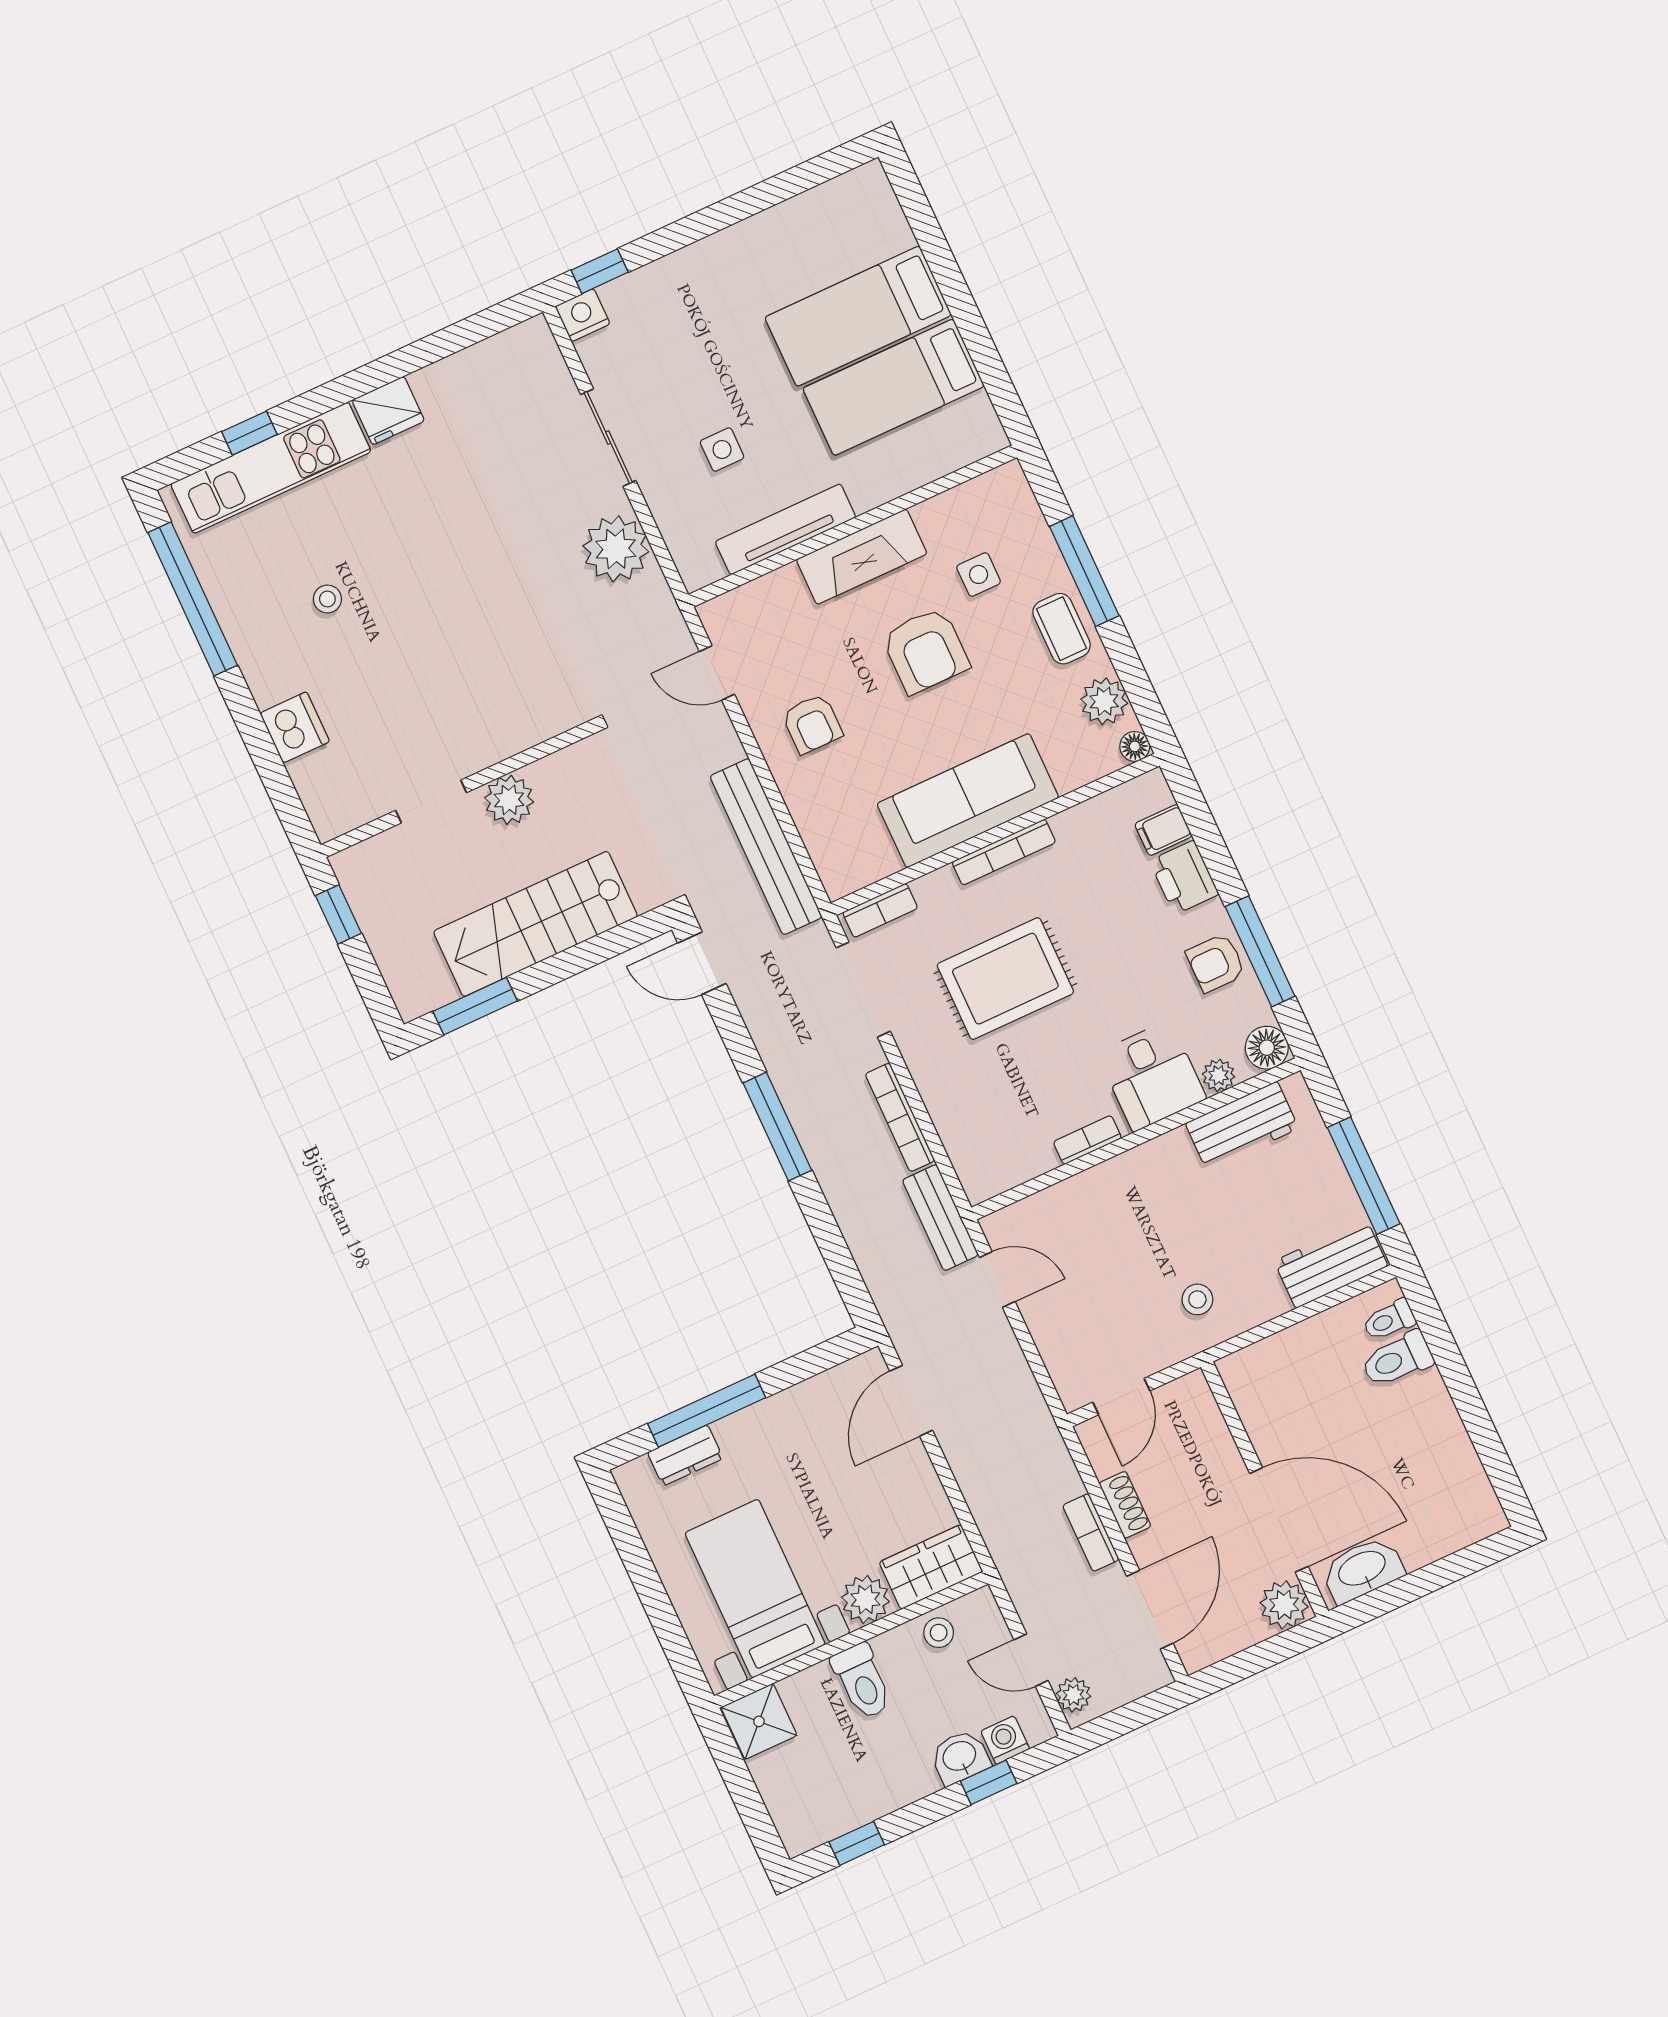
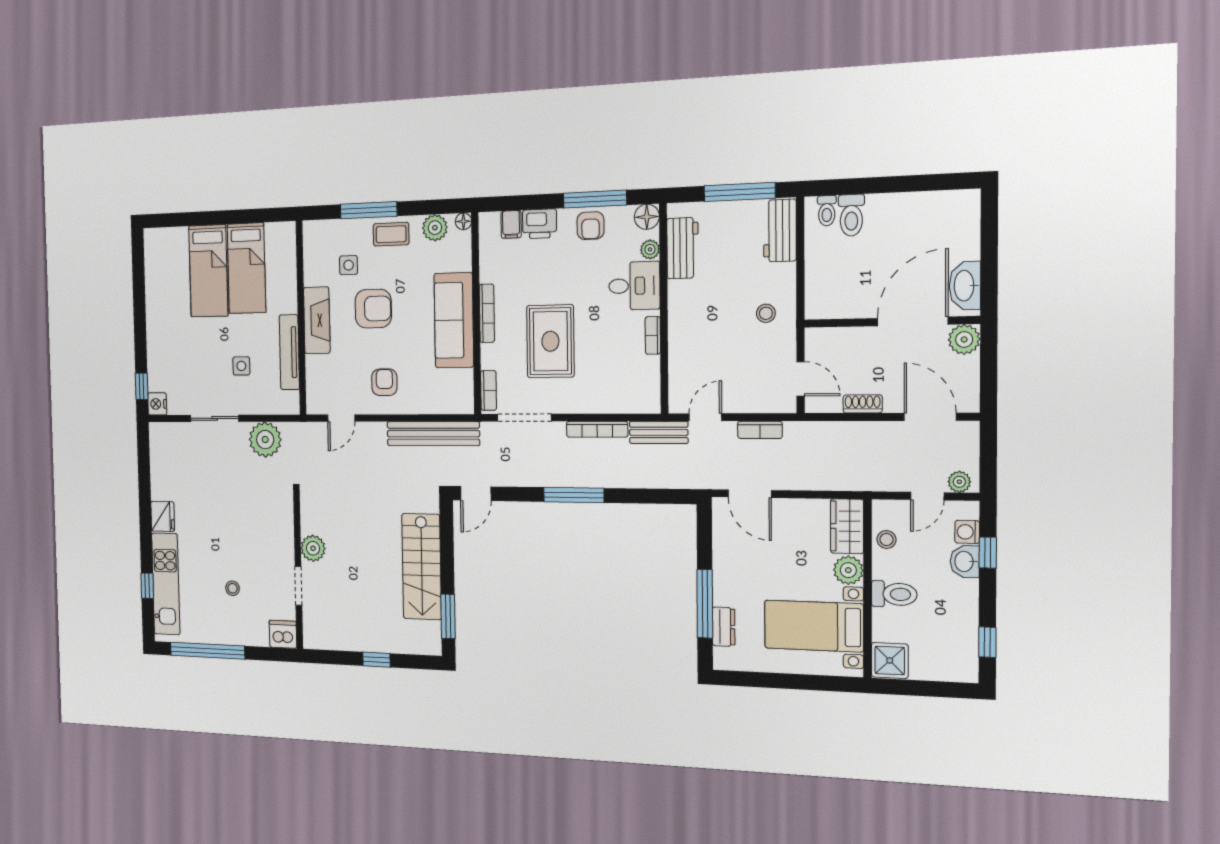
armchair: (812, 724) -> (384, 382), turned -90
wall: (458, 789) -> (298, 570), moved
plant: (509, 800) -> (313, 548), moved
doorway: (431, 801) -> (298, 586), moved
bookcase: (1091, 1532) -> (760, 430), moved

